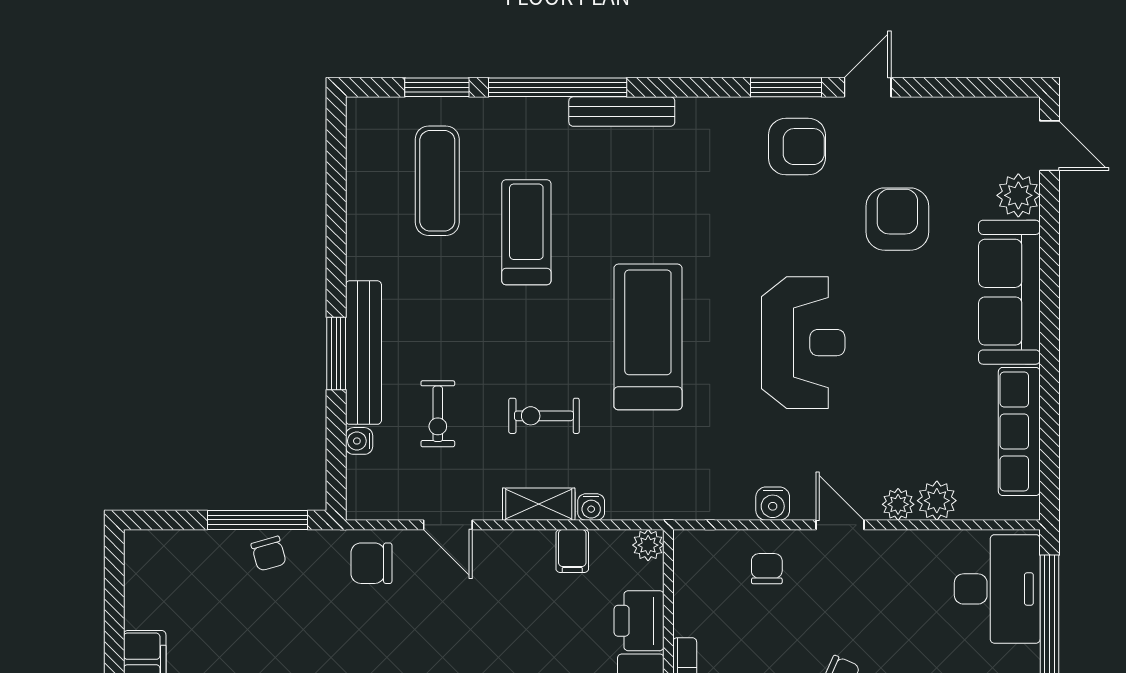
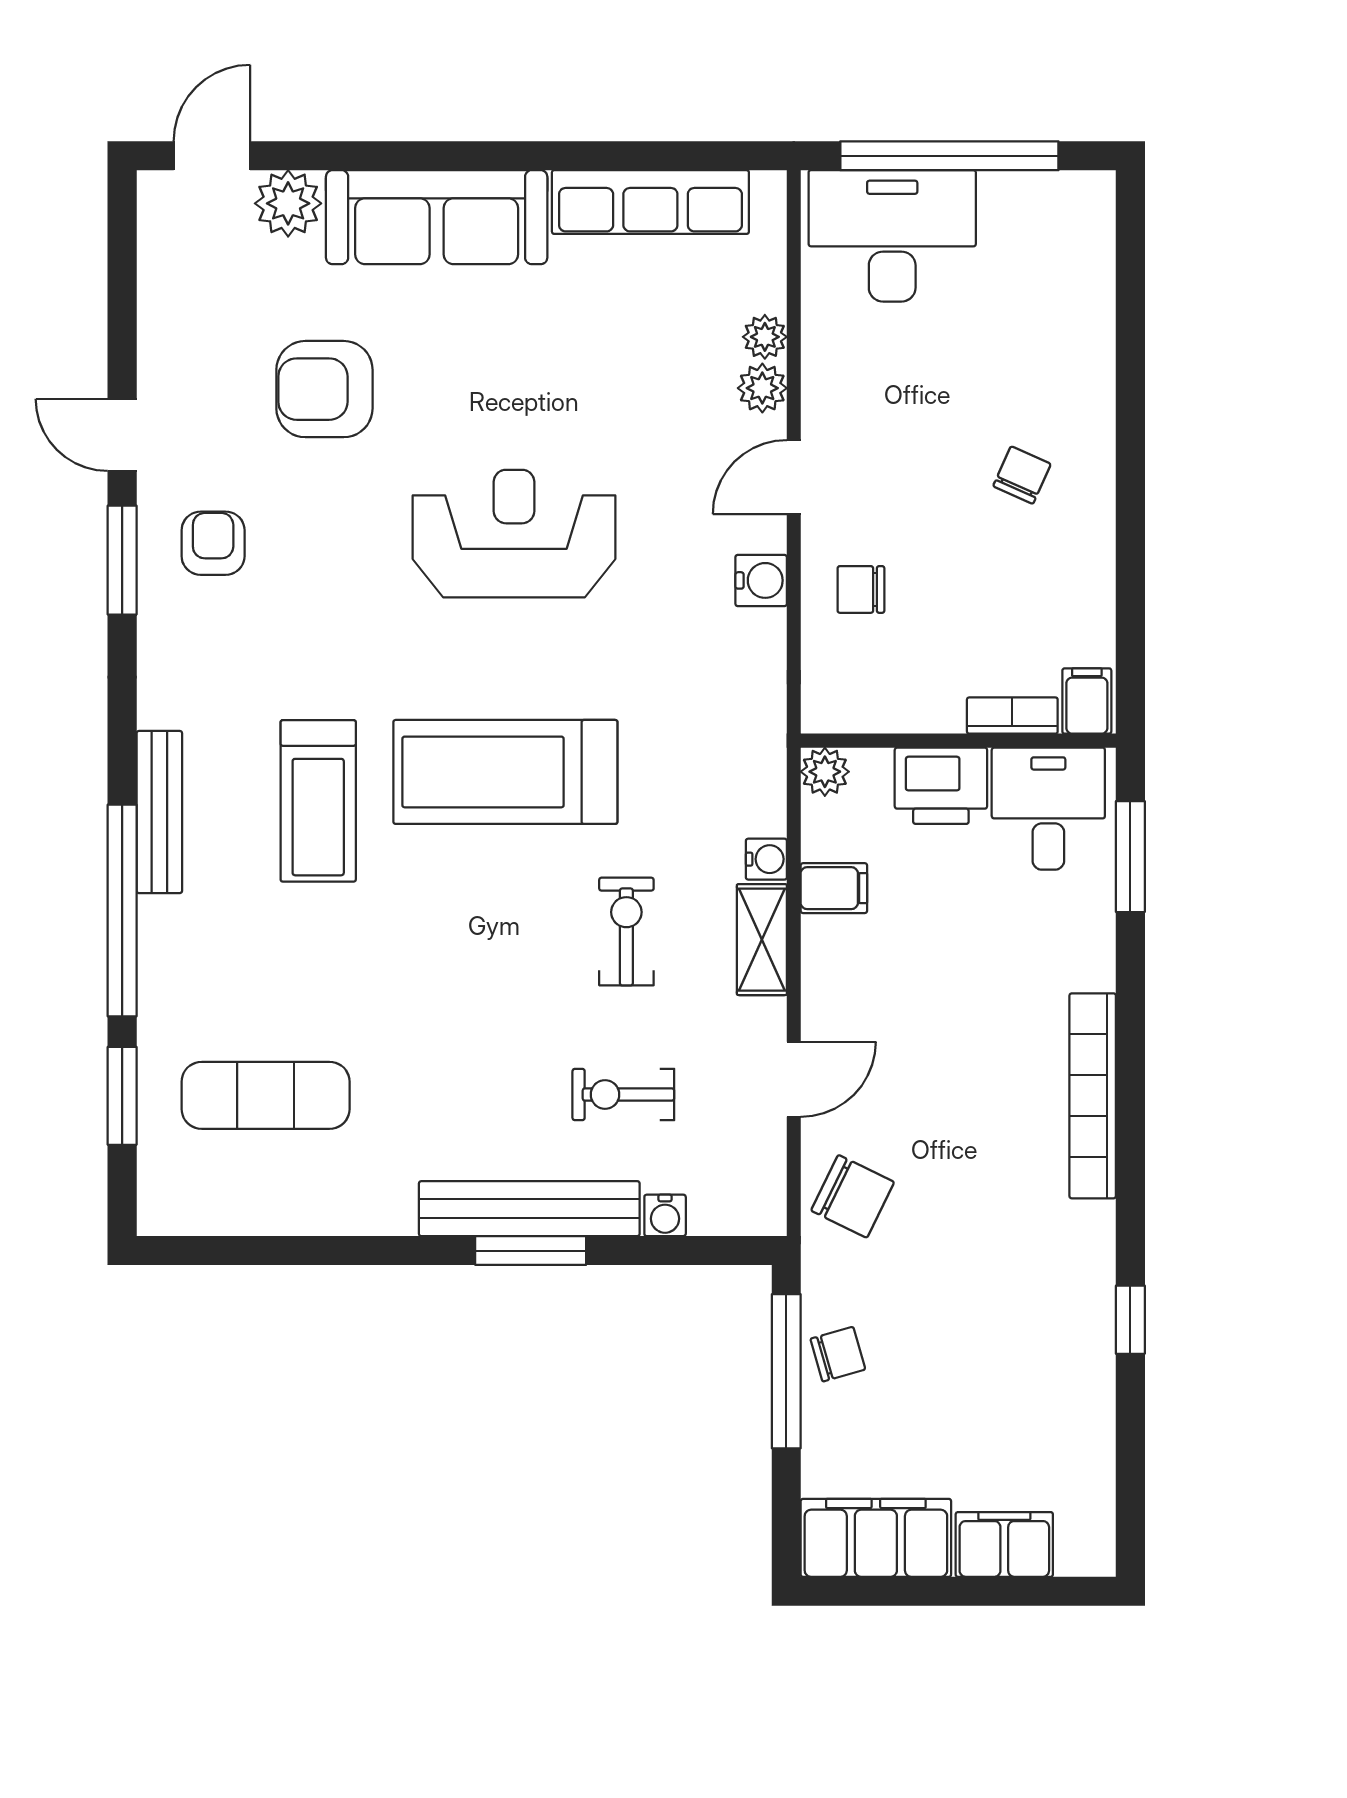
armchair: (797, 147) -> (213, 543), width x0.72, depth x0.72
treadmill: (526, 232) -> (318, 801), moved, turned -90
exercise bike: (438, 414) -> (623, 1095), turned 180
exercise bike: (544, 416) -> (626, 932), turned 180
plant: (937, 501) -> (765, 337), width x0.73, depth x0.73
chair: (371, 563) -> (853, 1196), turned -64
filing cabinet: (149, 578) -> (876, 1538), added

